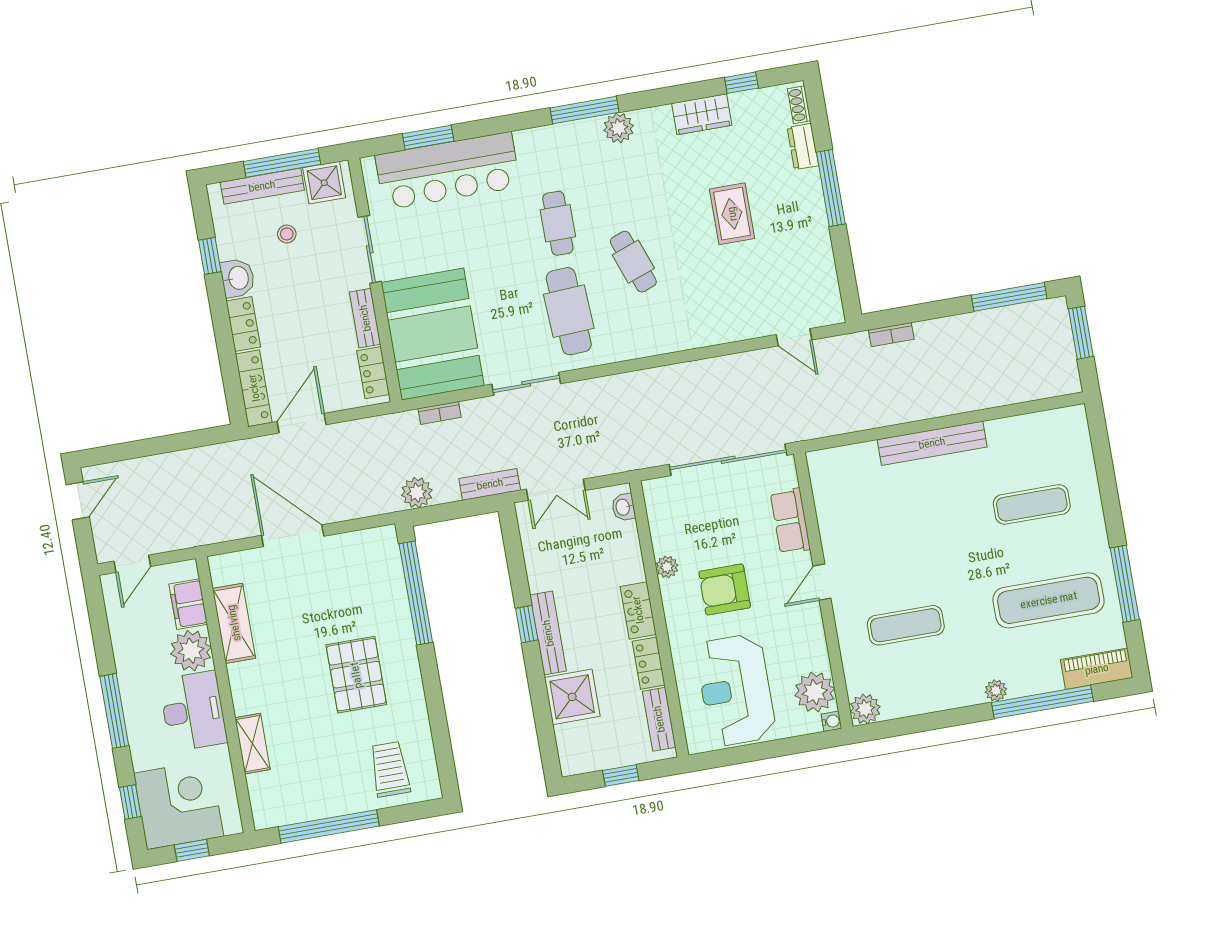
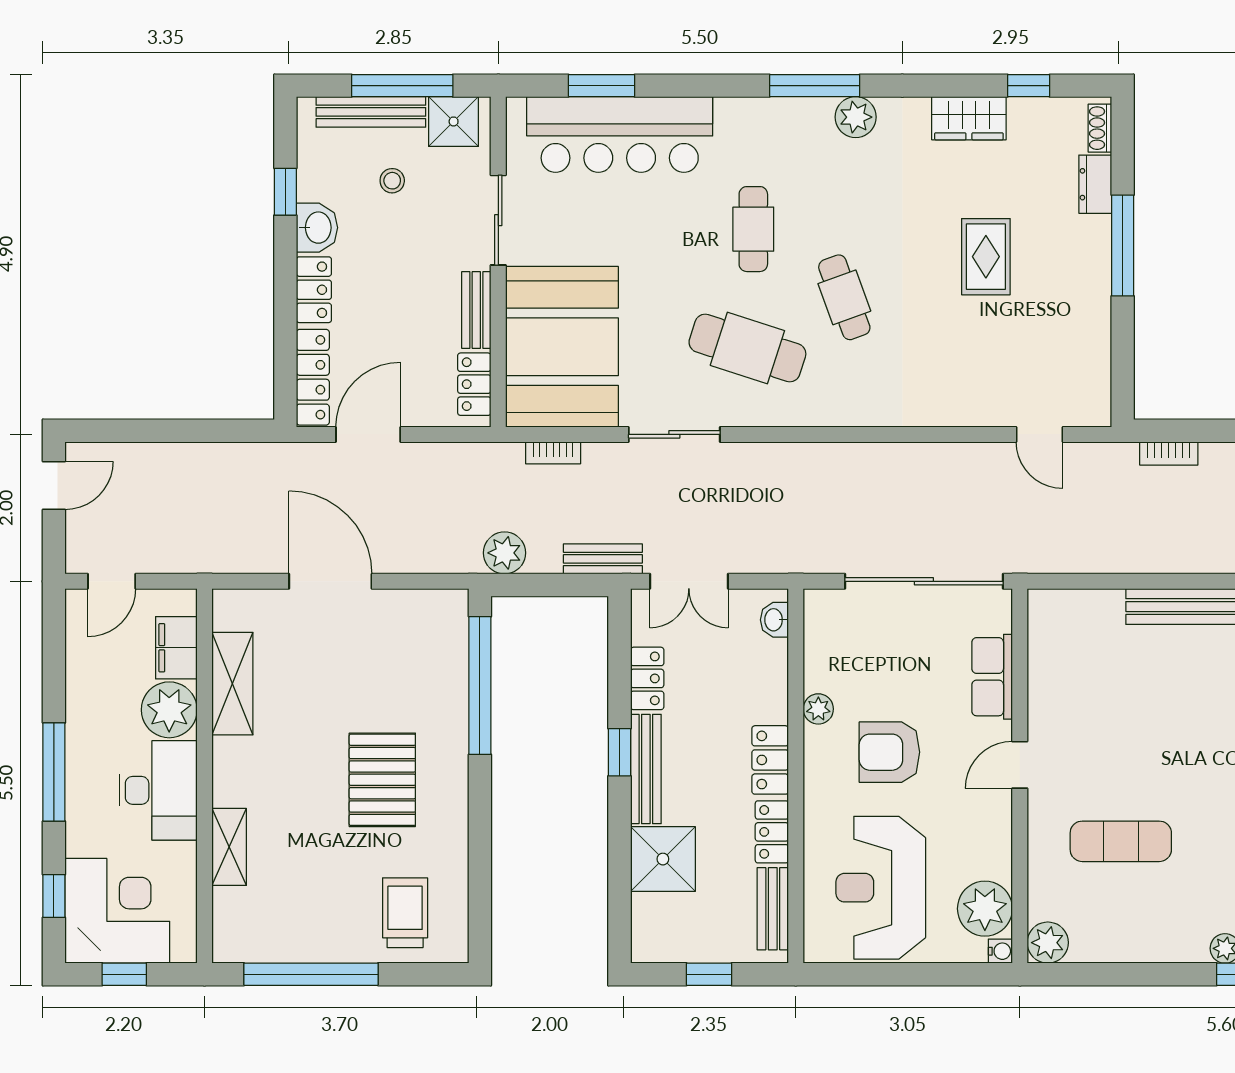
cafe table: (569, 311) -> (747, 348), turned -69
locker: (538, 566) -> (647, 678), added

